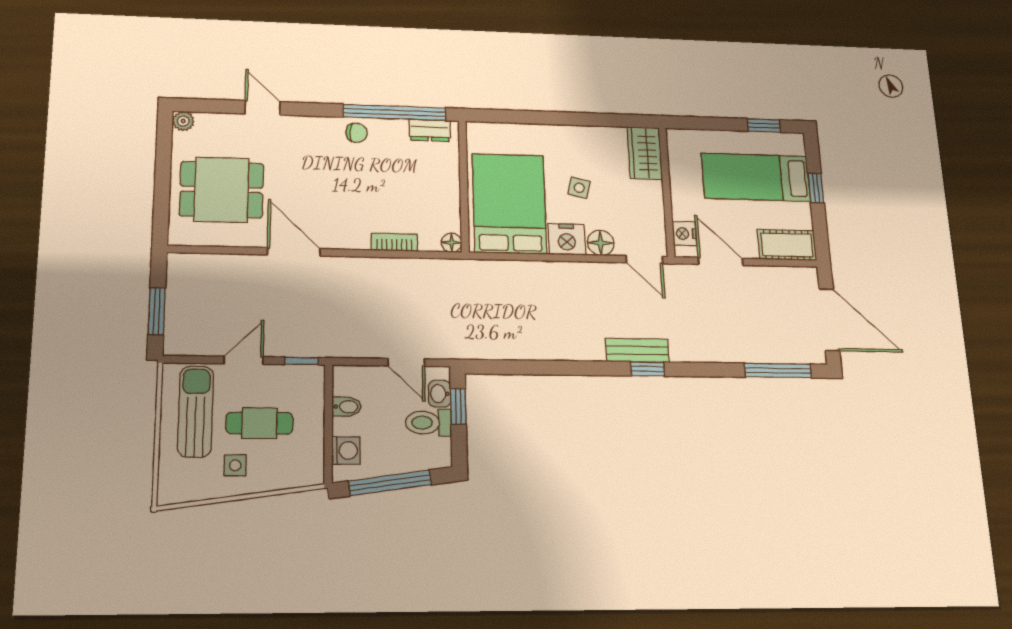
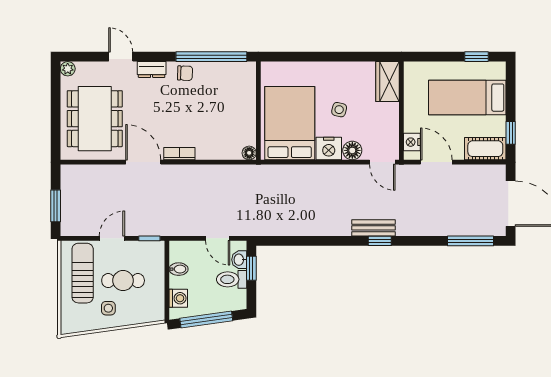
dresser: (430, 130) -> (152, 69), moved
window: (816, 188) -> (511, 133), moved
dining table: (222, 190) -> (95, 119), width x1.37
bookcase: (394, 242) -> (179, 154), moved

